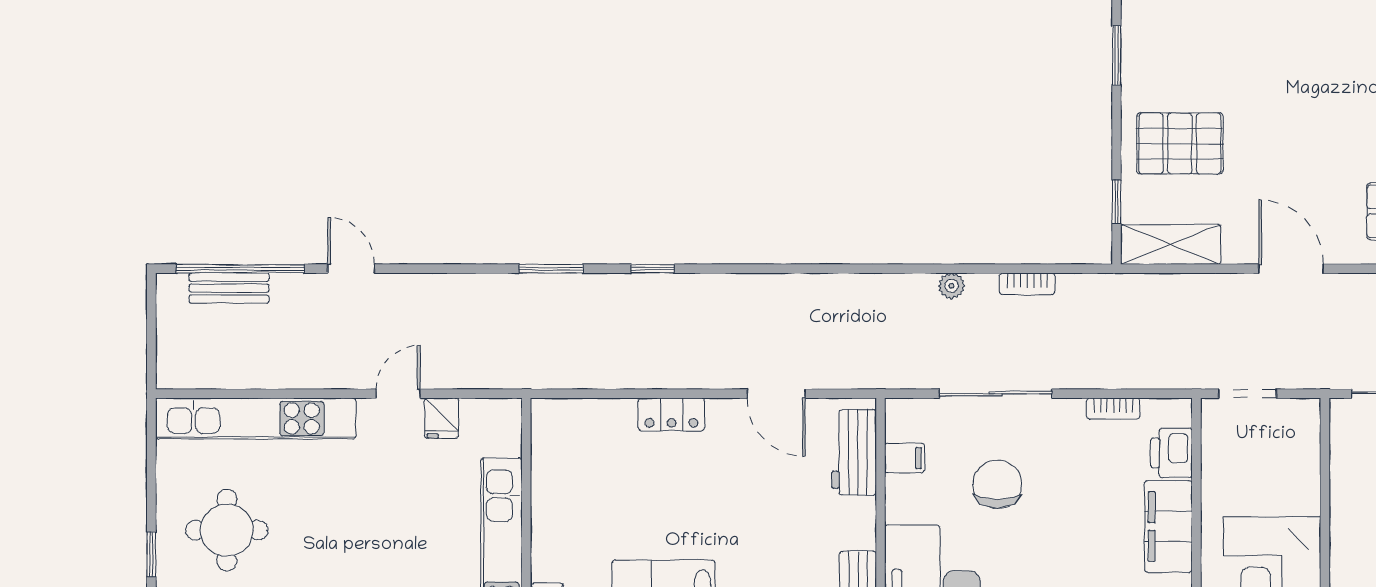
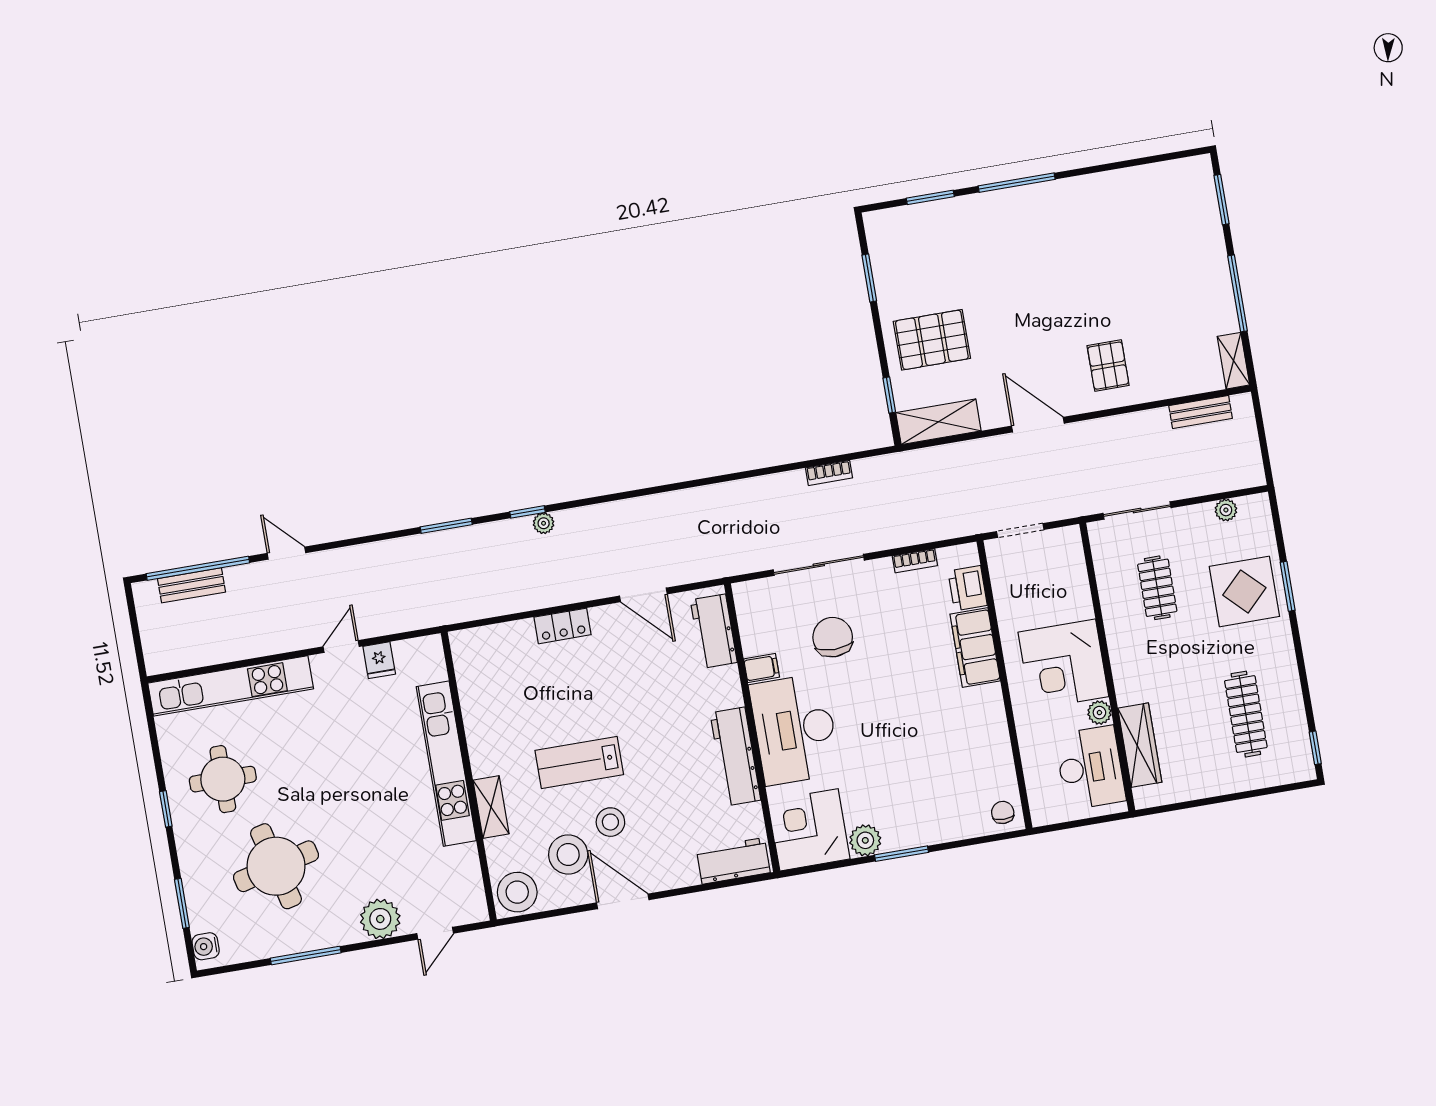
plant: (952, 286) -> (544, 523), moved
filing cabinet: (905, 458) -> (762, 668), moved

